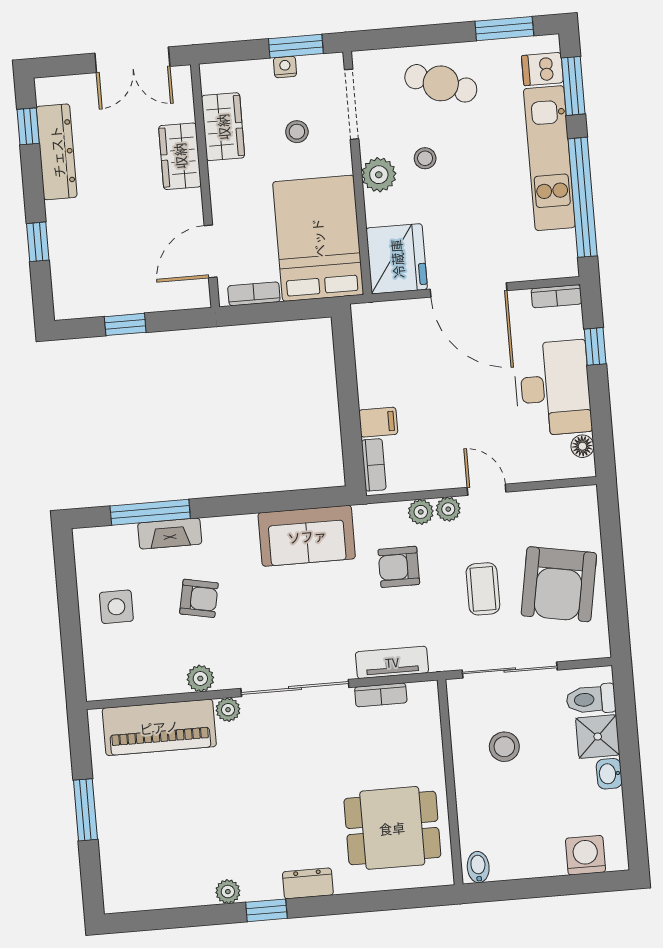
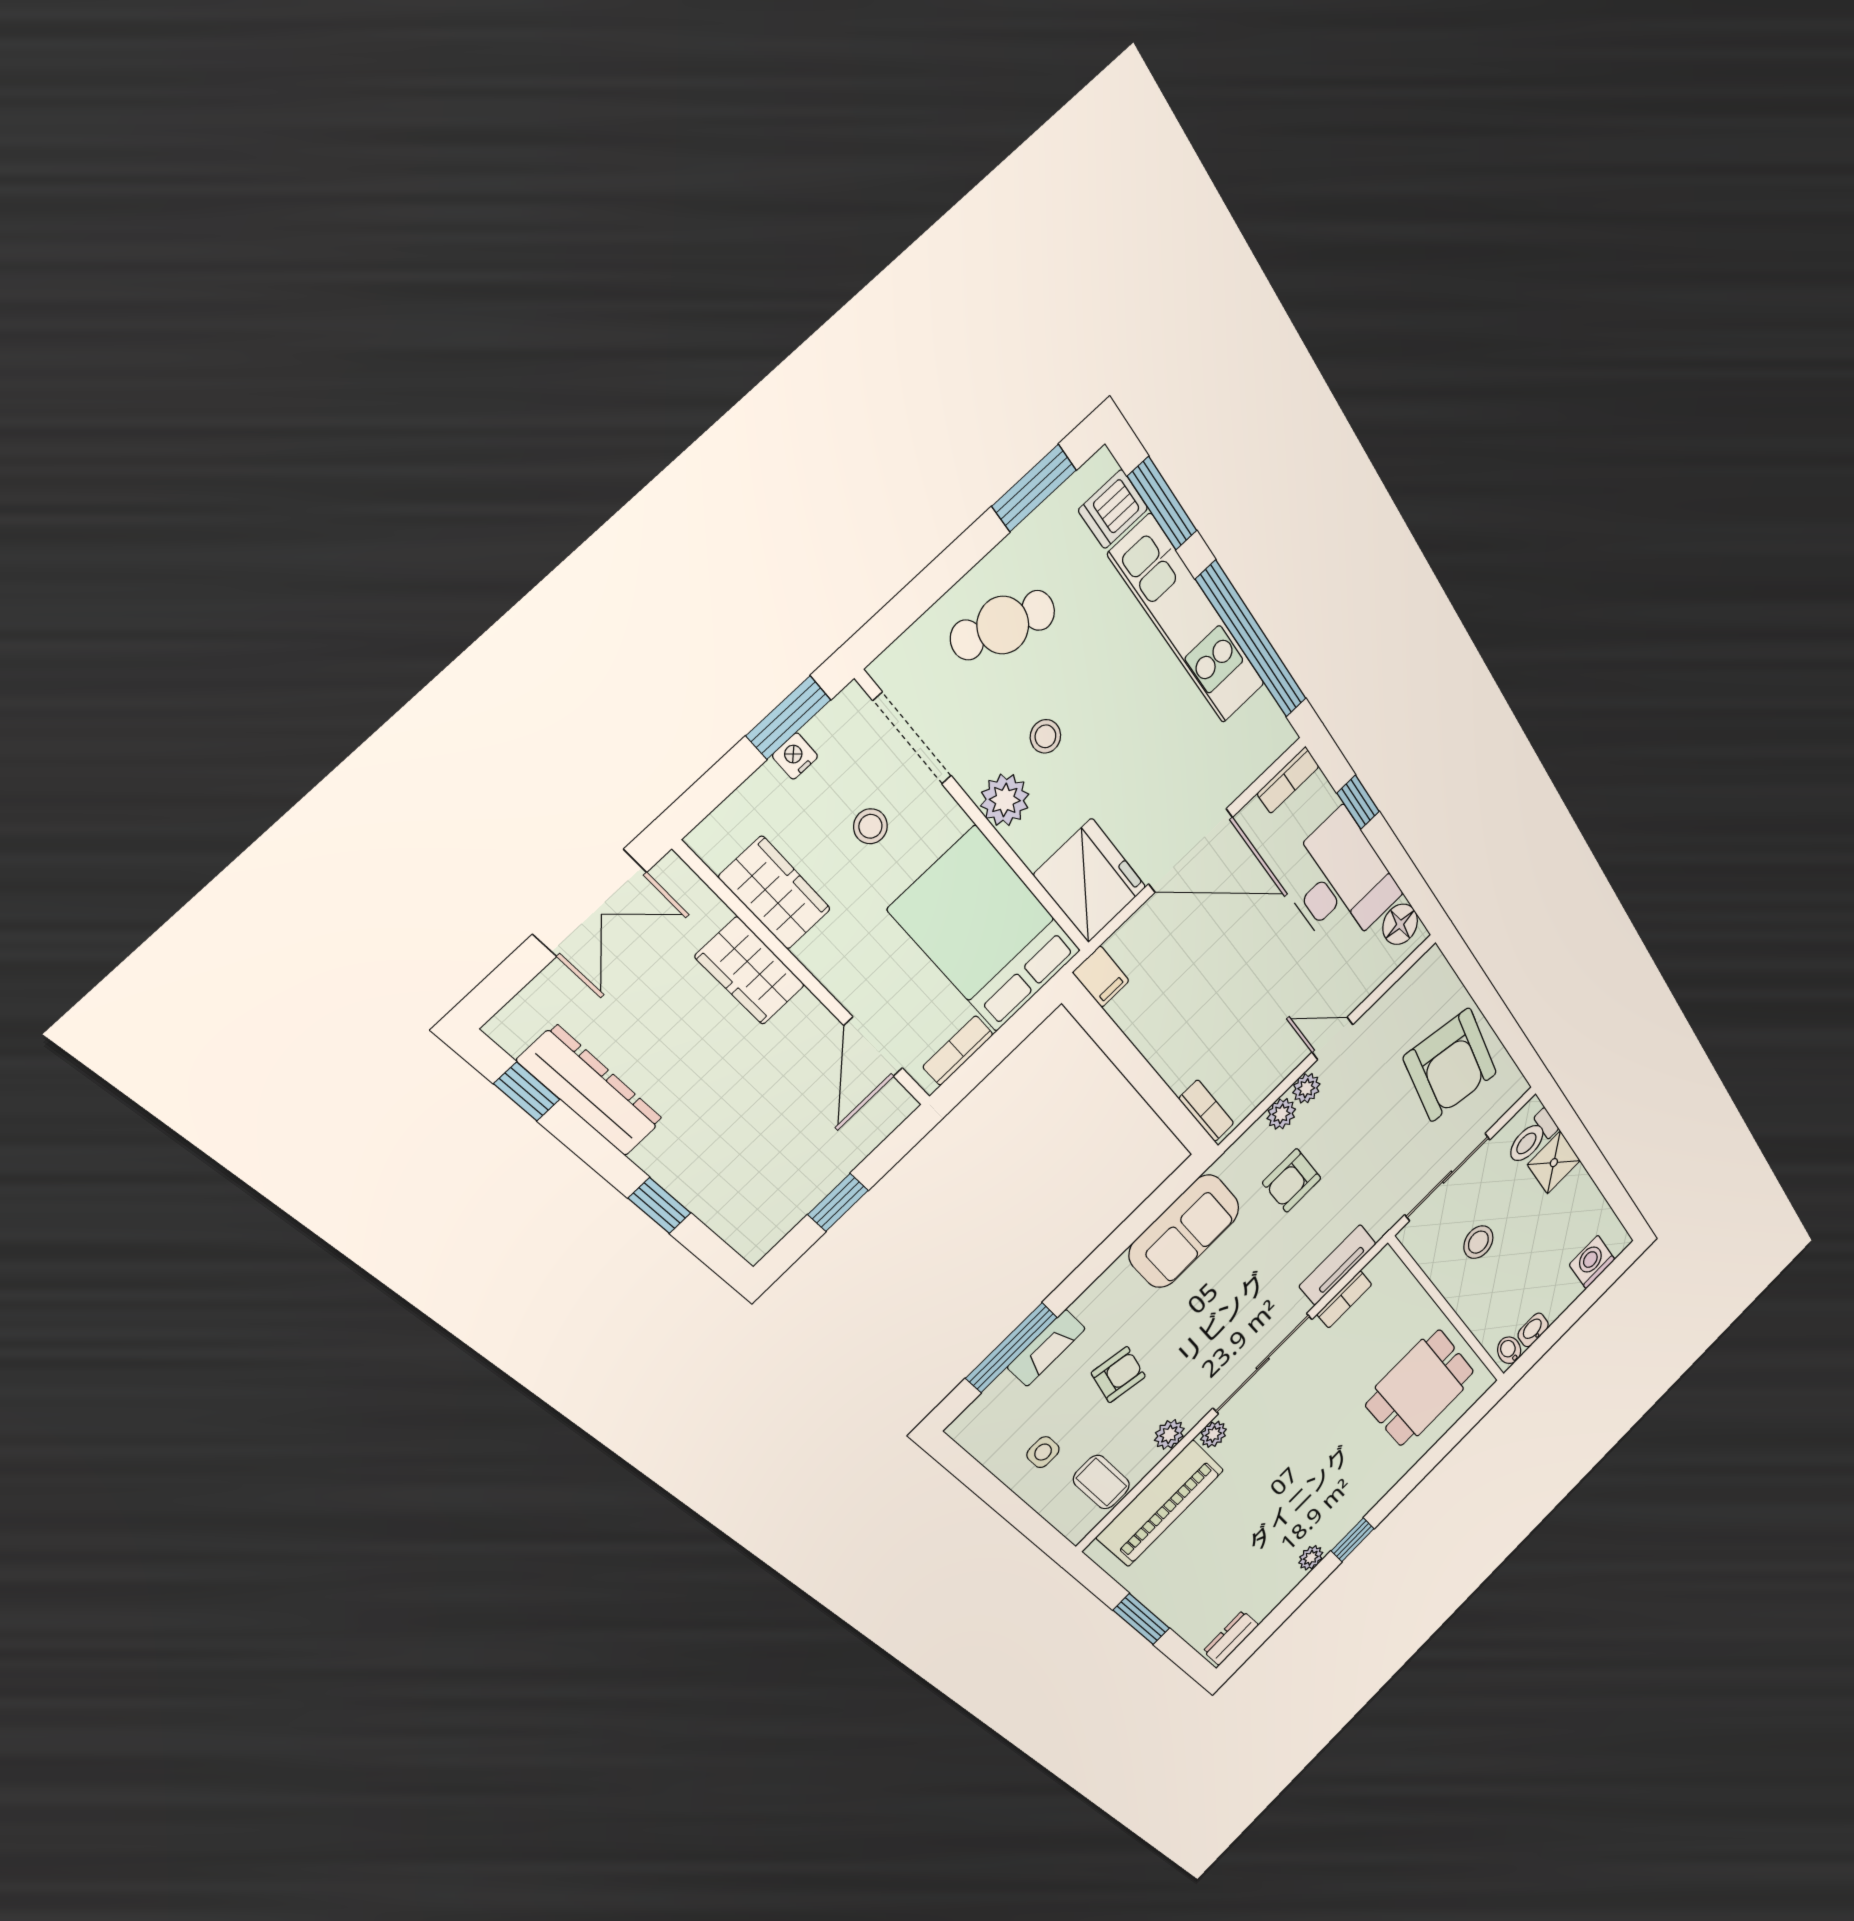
filing cabinet: (378, 422) -> (1101, 977), moved, turned 90
floor lamp: (582, 446) -> (1400, 924), width x1.37, depth x1.37
coffee table: (483, 589) -> (1101, 1482), moved
side table: (116, 607) -> (1043, 1452), width x0.73, depth x0.73
washbasin: (609, 774) -> (1533, 1330), moved, turned 90
dresser: (308, 883) -> (1231, 1638), moved

